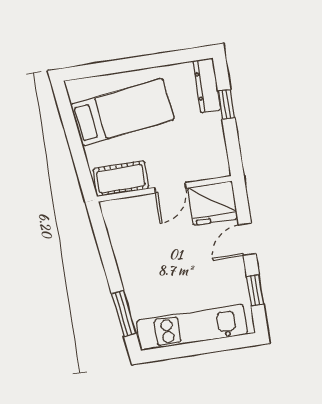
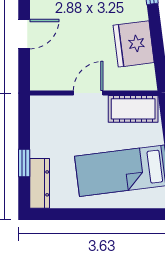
fridge: (213, 203) -> (134, 44), moved, turned -97

